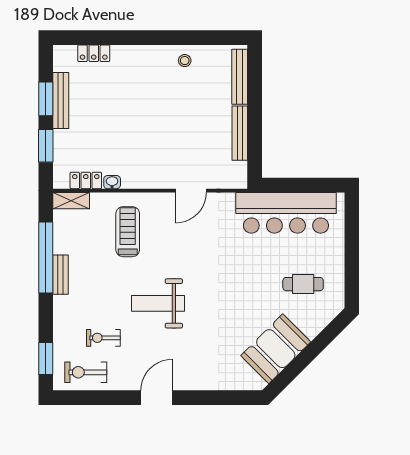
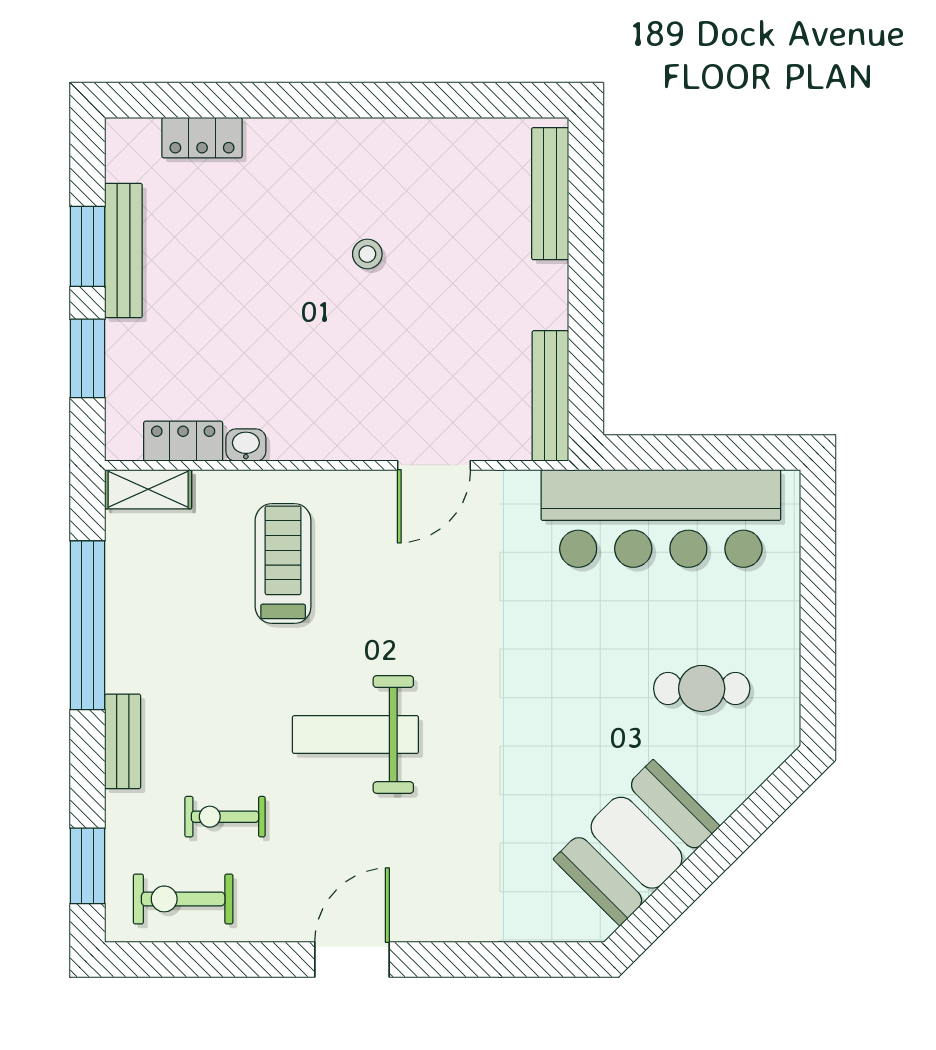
stool: (185, 61) -> (367, 254), moved
bench: (240, 133) -> (550, 396), moved
bench: (60, 275) -> (123, 741), moved

